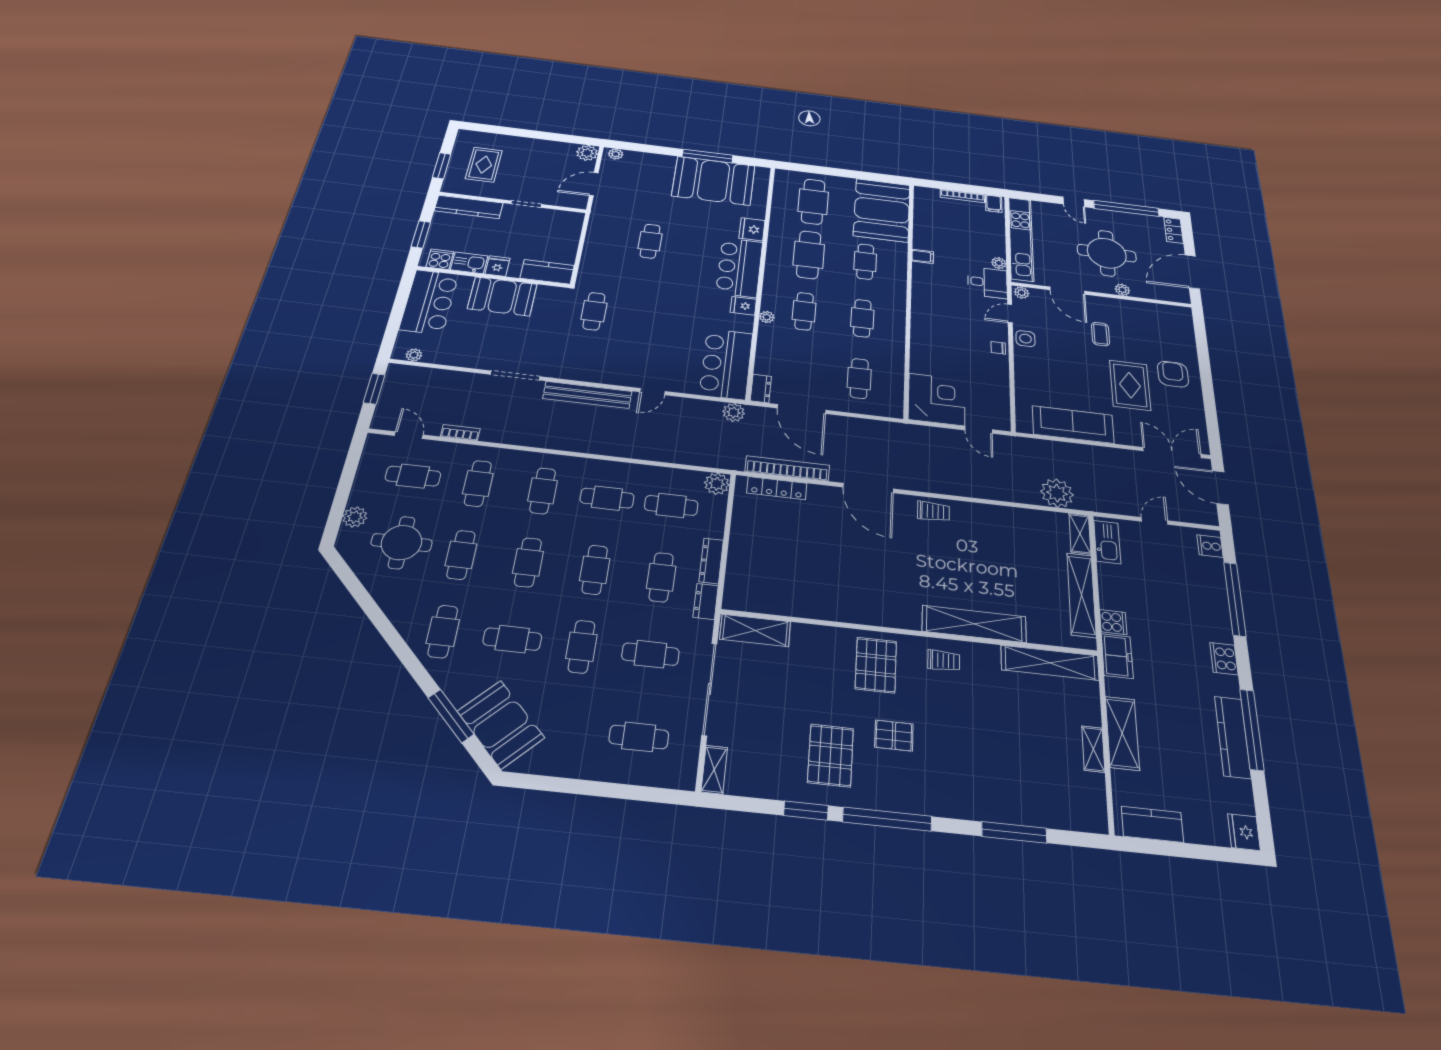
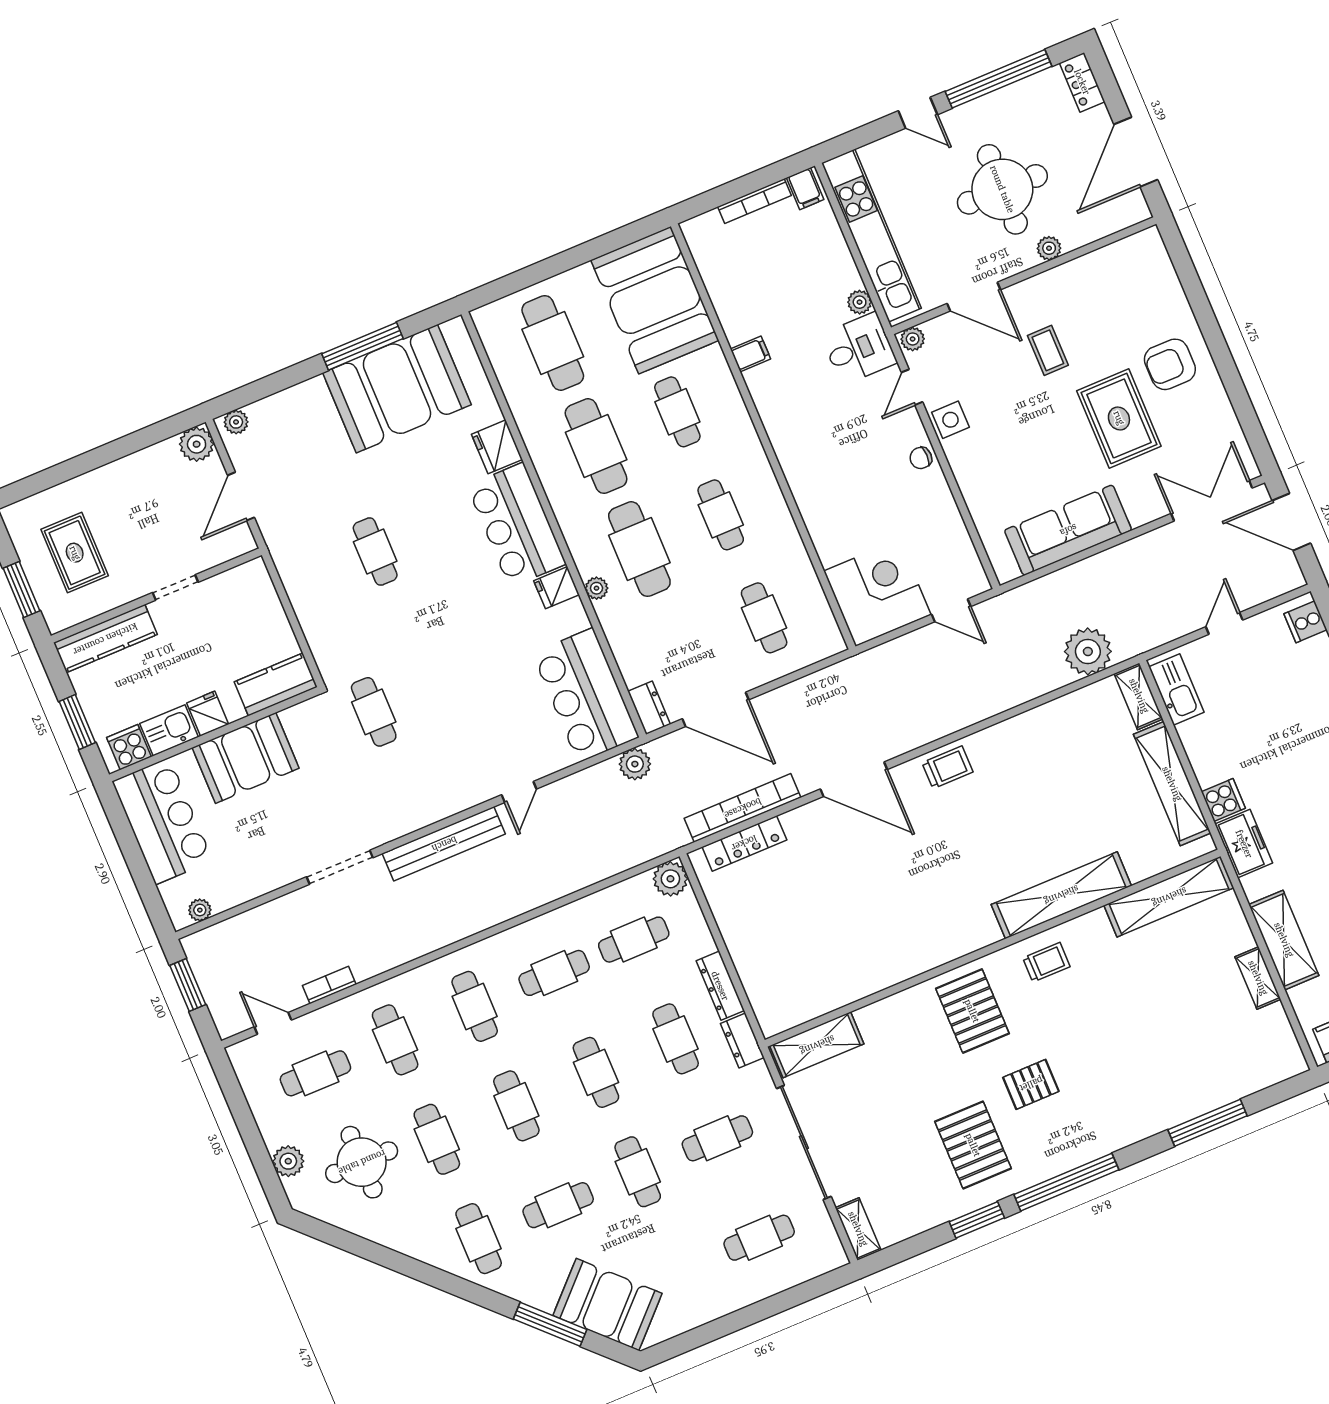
cafe table: (804, 311) -> (639, 549), width x1.37, depth x1.35
armchair: (1173, 374) -> (1170, 364), turned -90

